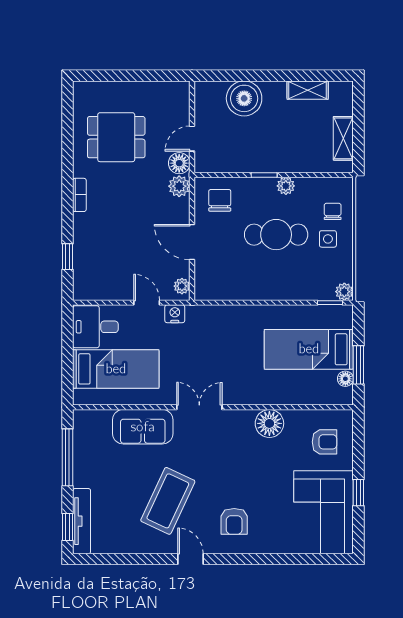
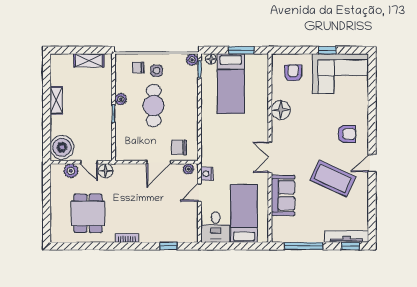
shelving: (308, 90) -> (56, 100), moved
boiler: (244, 98) -> (62, 147), moved
plant: (179, 186) -> (71, 171), moved
chair: (220, 200) -> (179, 147), moved
floor lamp: (345, 379) -> (211, 59), moved

